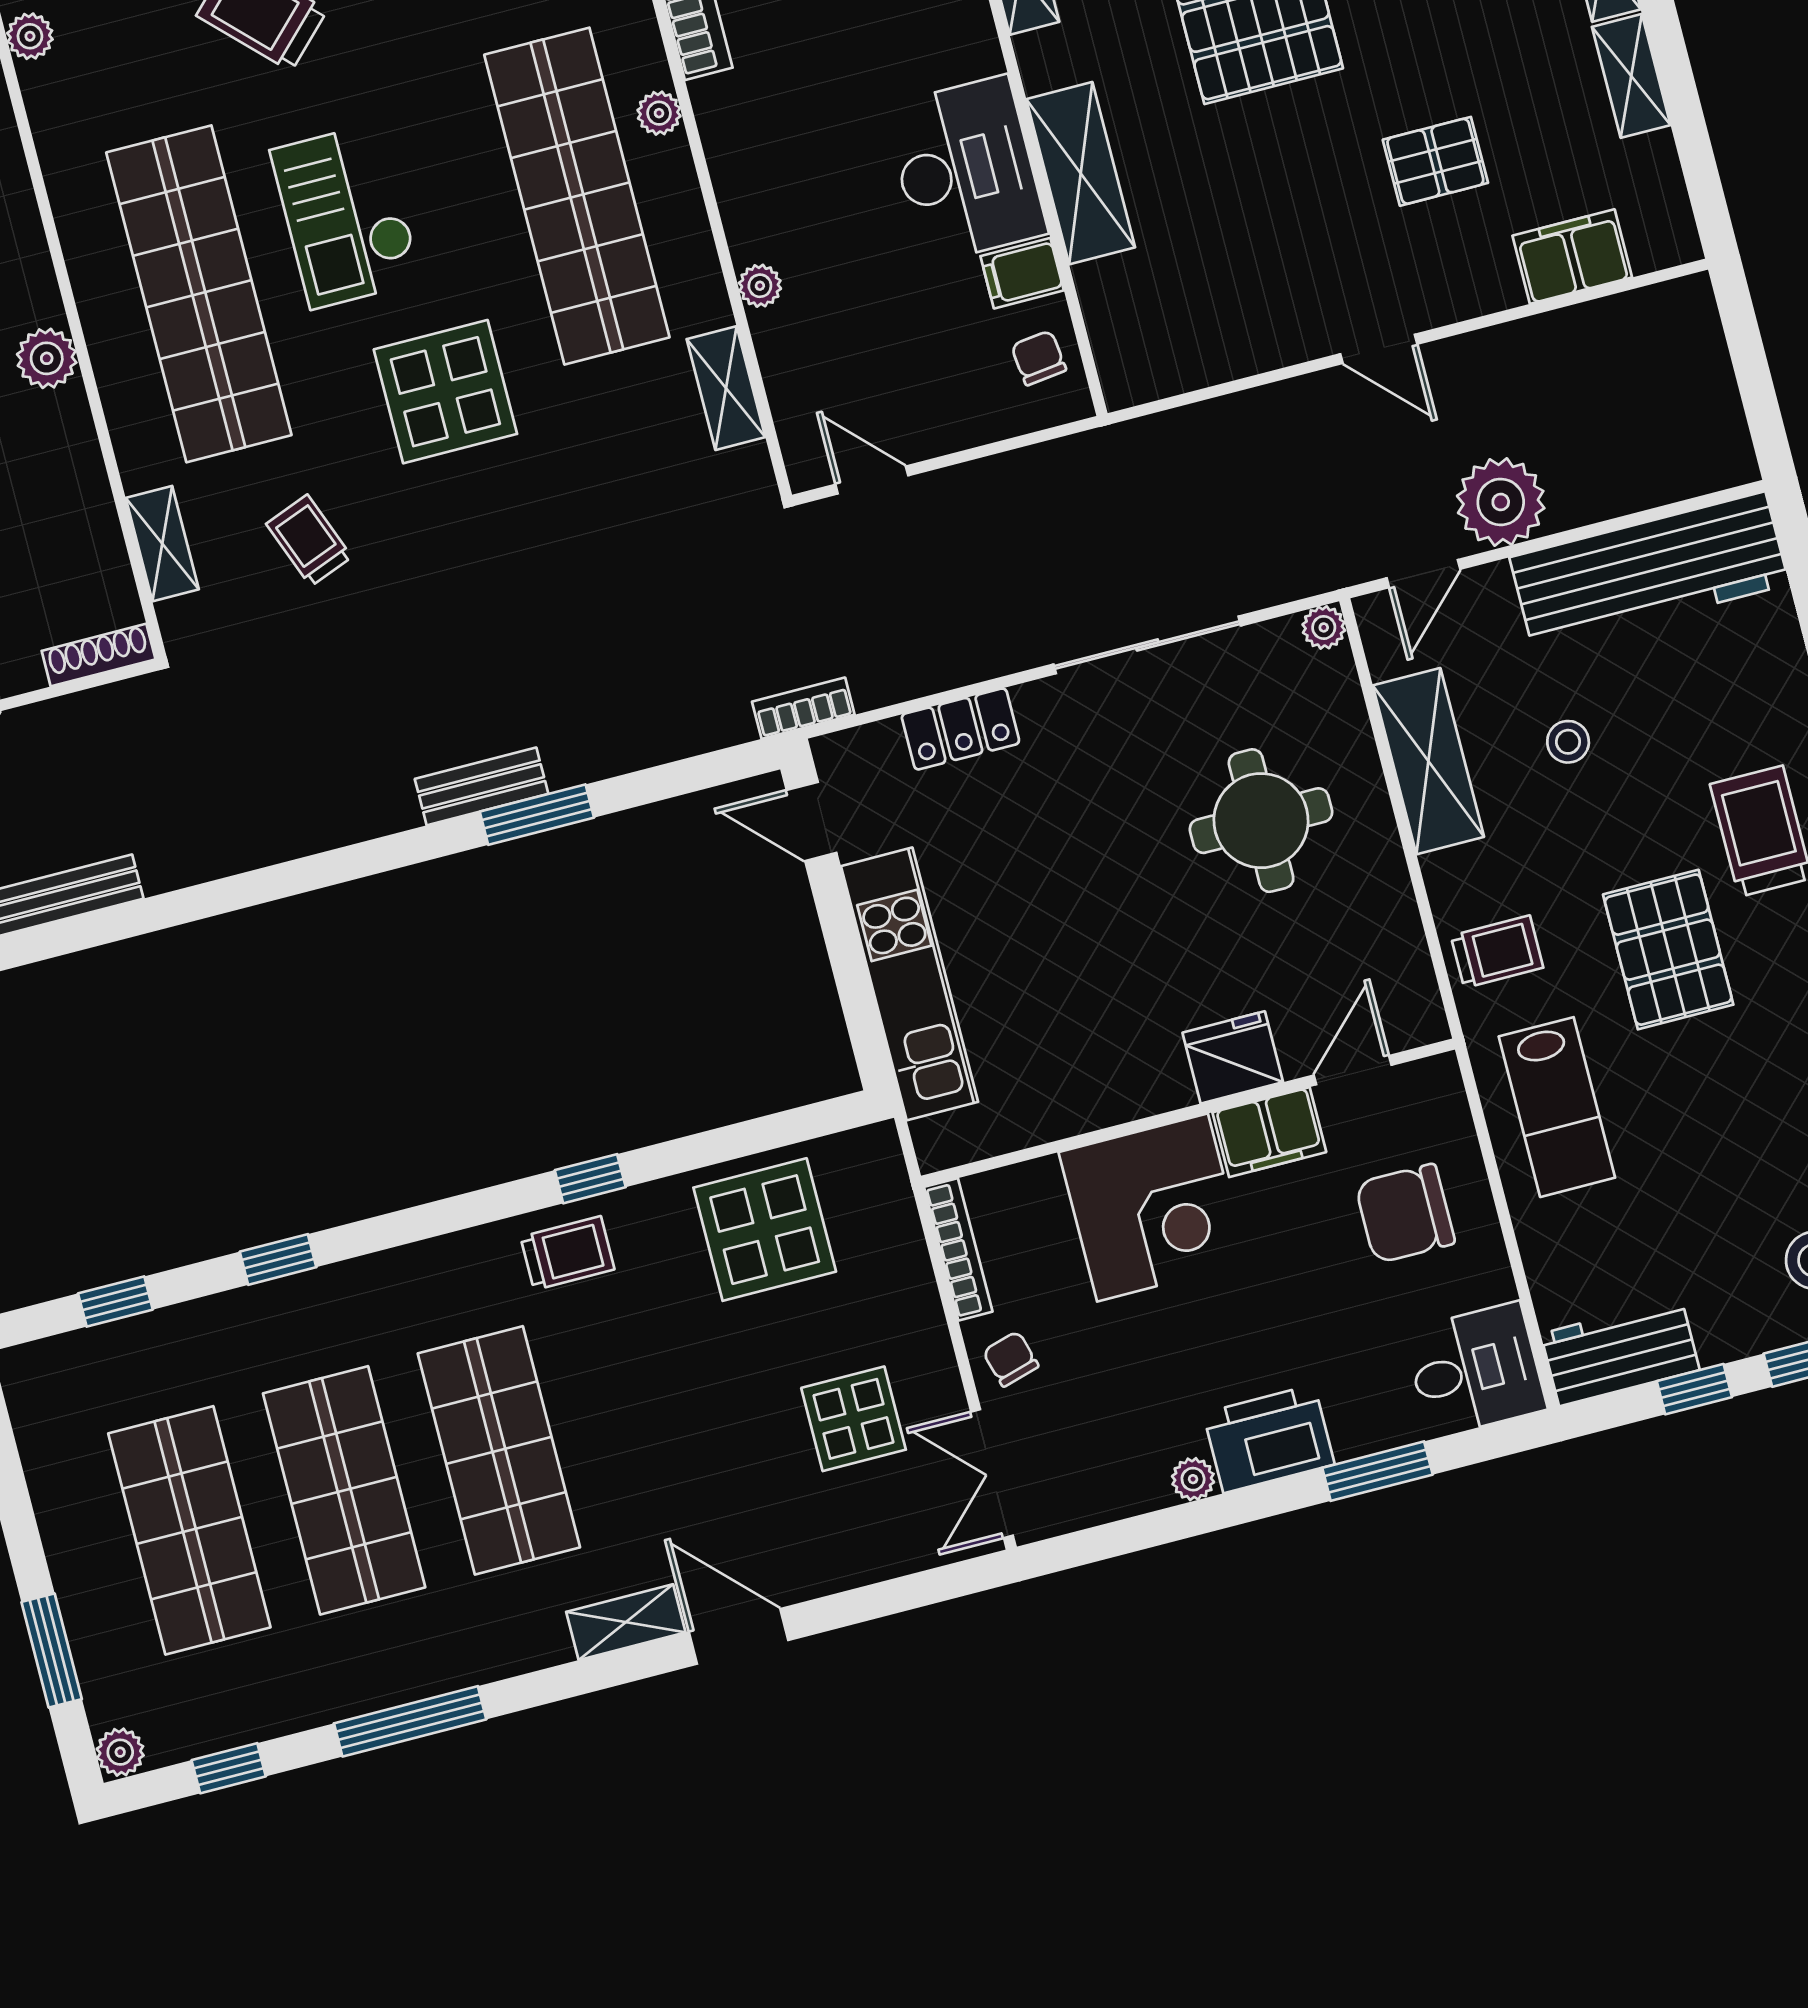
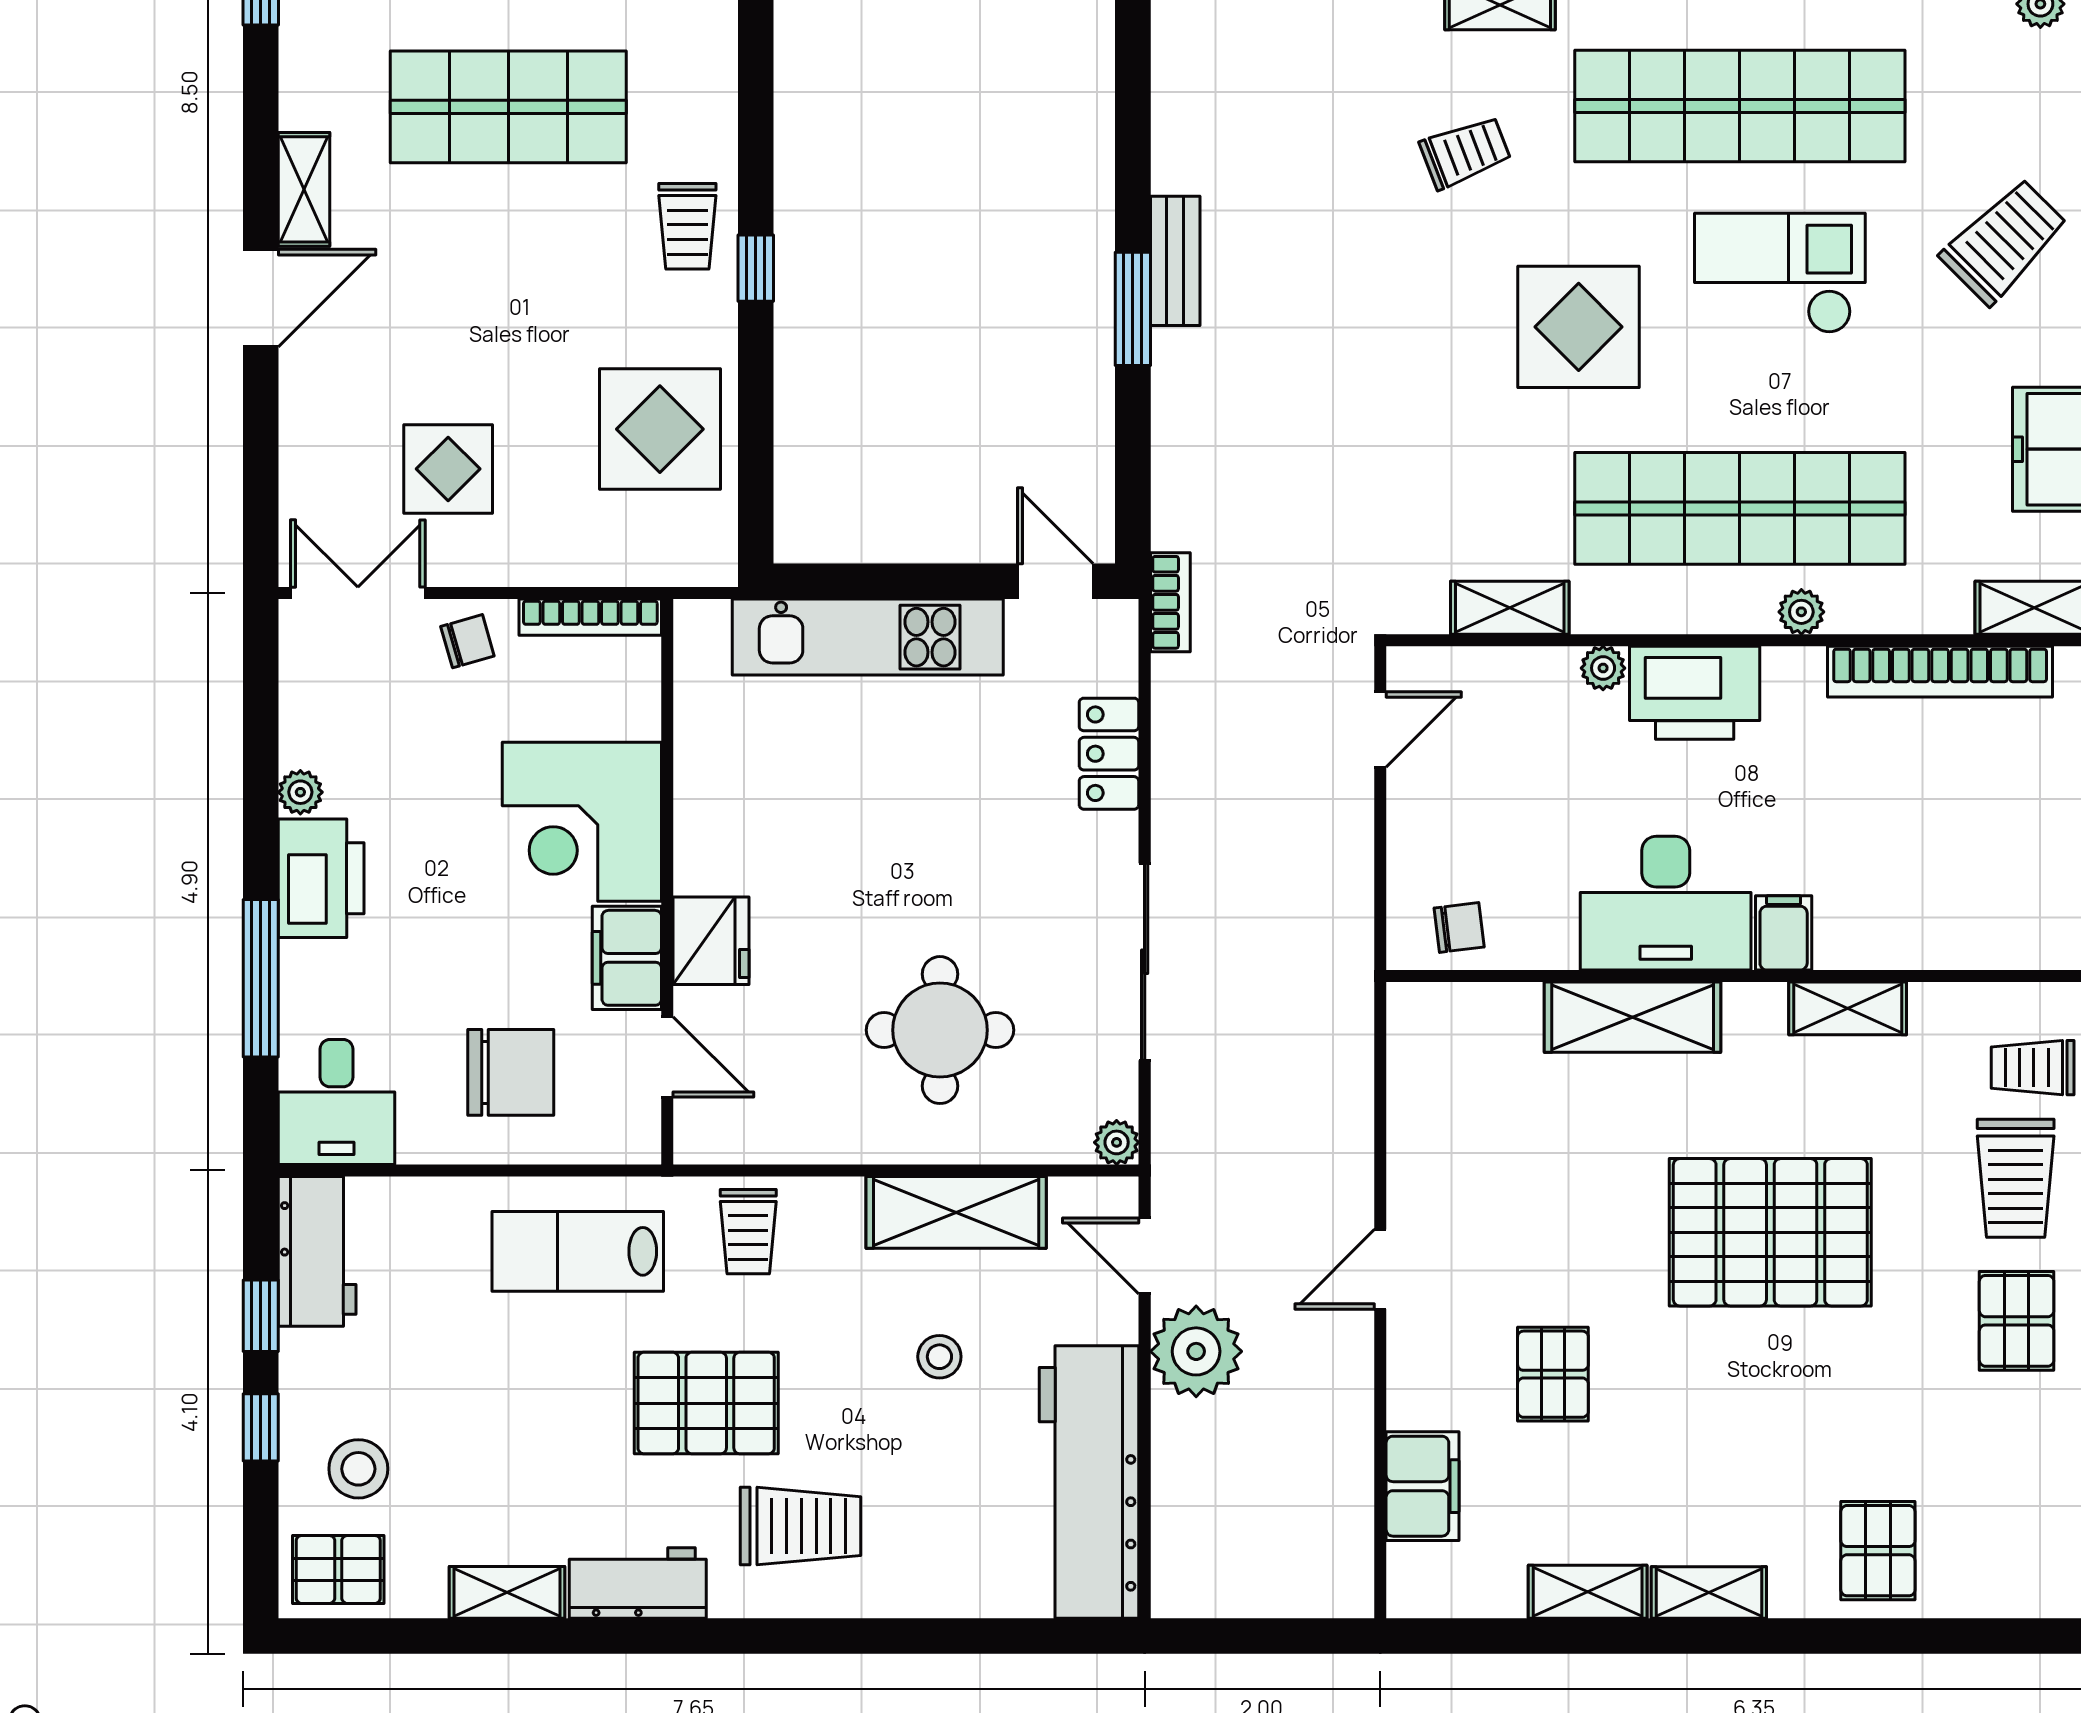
printer: (761, 194) -> (1695, 693), added
filing cabinet: (1022, 273) -> (1784, 933), moved
door: (812, 821) -> (1055, 581), hinge flipped
chair: (1405, 1213) -> (511, 1072), turned 90
window: (1377, 1471) -> (261, 978), width x1.44

